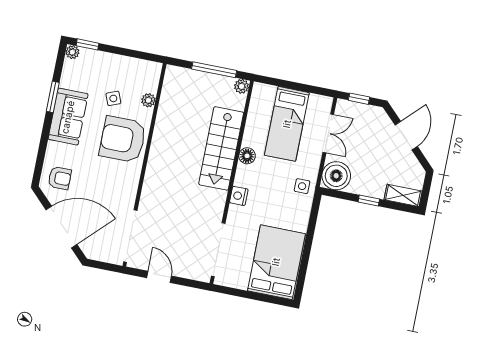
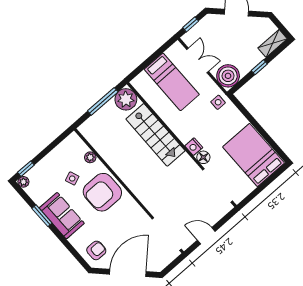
plant: (242, 86) -> (126, 99), width x1.88, depth x1.88
floor lamp: (247, 156) -> (203, 157), moved

